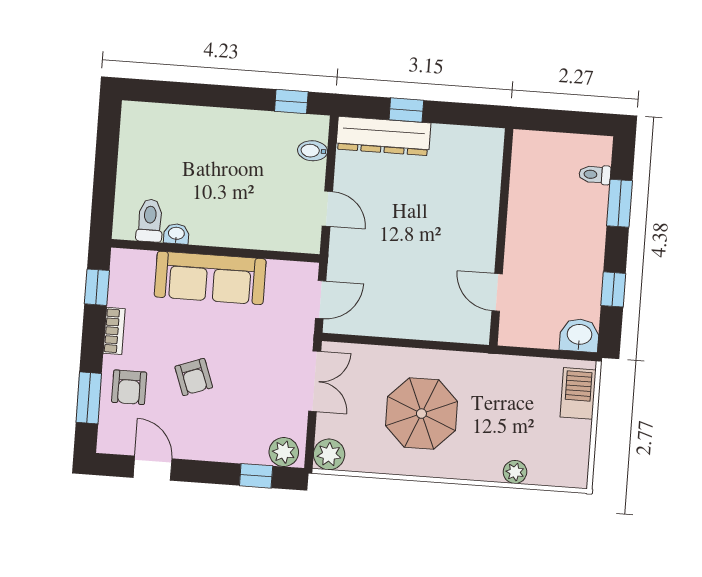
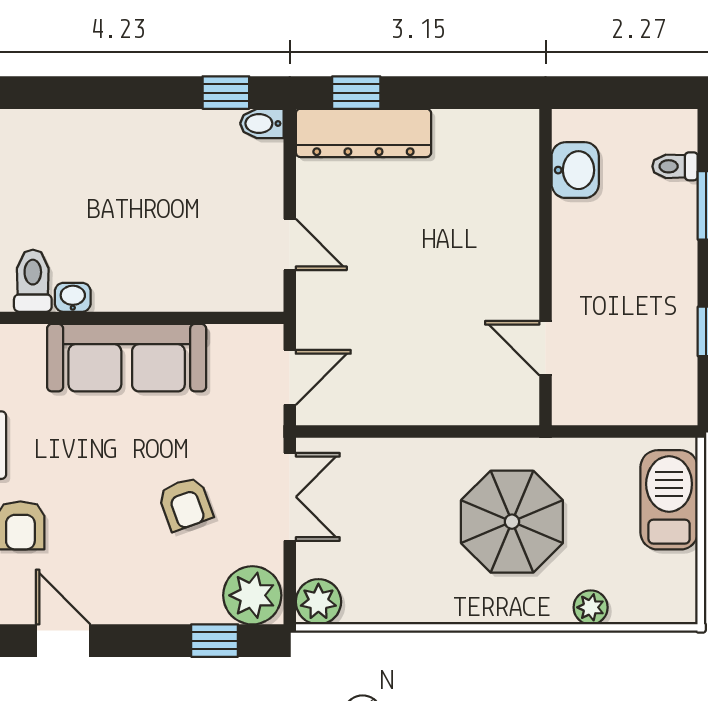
window: (406, 110) -> (356, 93), moved
bidet: (313, 151) -> (262, 123), moved
washbasin: (579, 335) -> (575, 170), moved, turned 90
armchair: (194, 377) -> (185, 504), moved
barbecue: (578, 393) -> (669, 500), width x1.37, depth x1.21
parasol: (421, 414) -> (512, 522), moved
plant: (284, 452) -> (252, 595), width x1.36, depth x1.36

